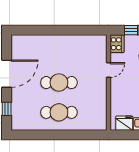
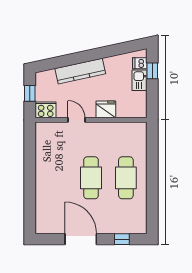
fridge: (124, 123) -> (106, 109), moved, turned 90

